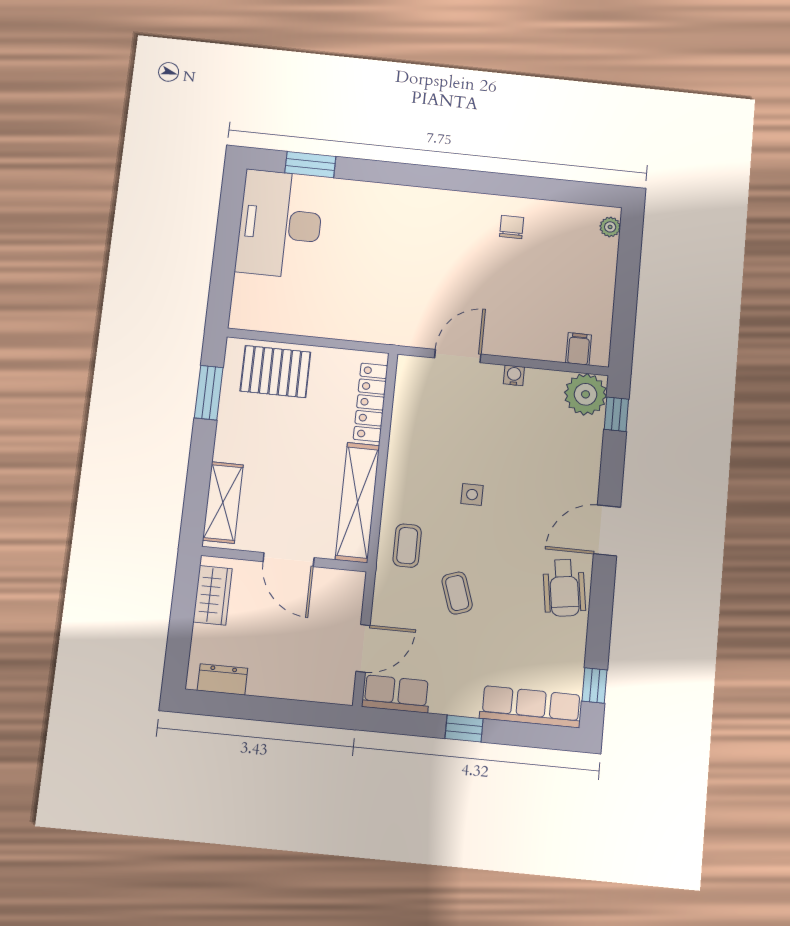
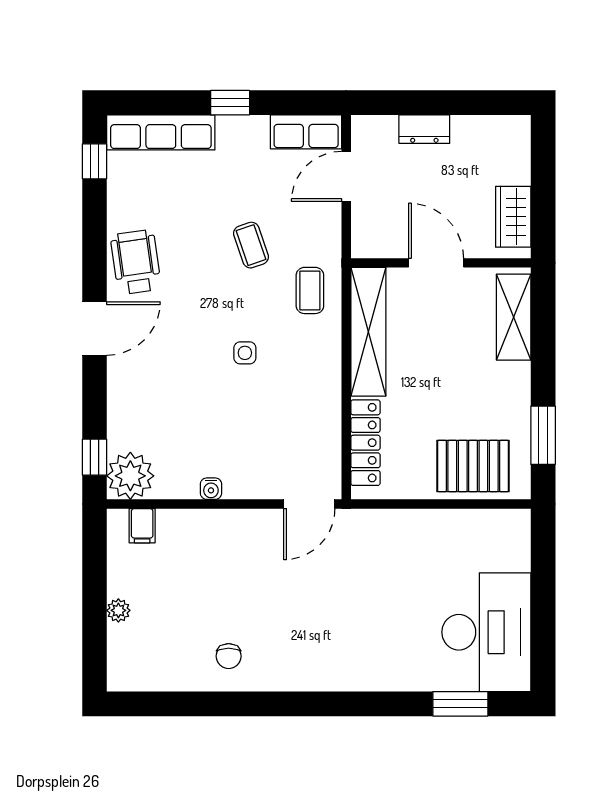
plant: (610, 227) -> (118, 610), moved
door: (458, 356) -> (309, 504), moved
dresser: (222, 679) -> (424, 129), moved

